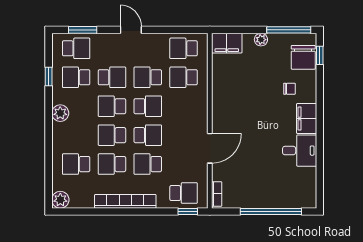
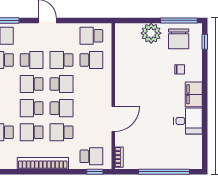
plant: (261, 40) -> (151, 33), width x1.87, depth x1.87
filing cabinet: (227, 43) -> (127, 31), removed
chair: (303, 57) -> (179, 39), moved
school desk: (184, 77) -> (91, 60), turned 180

